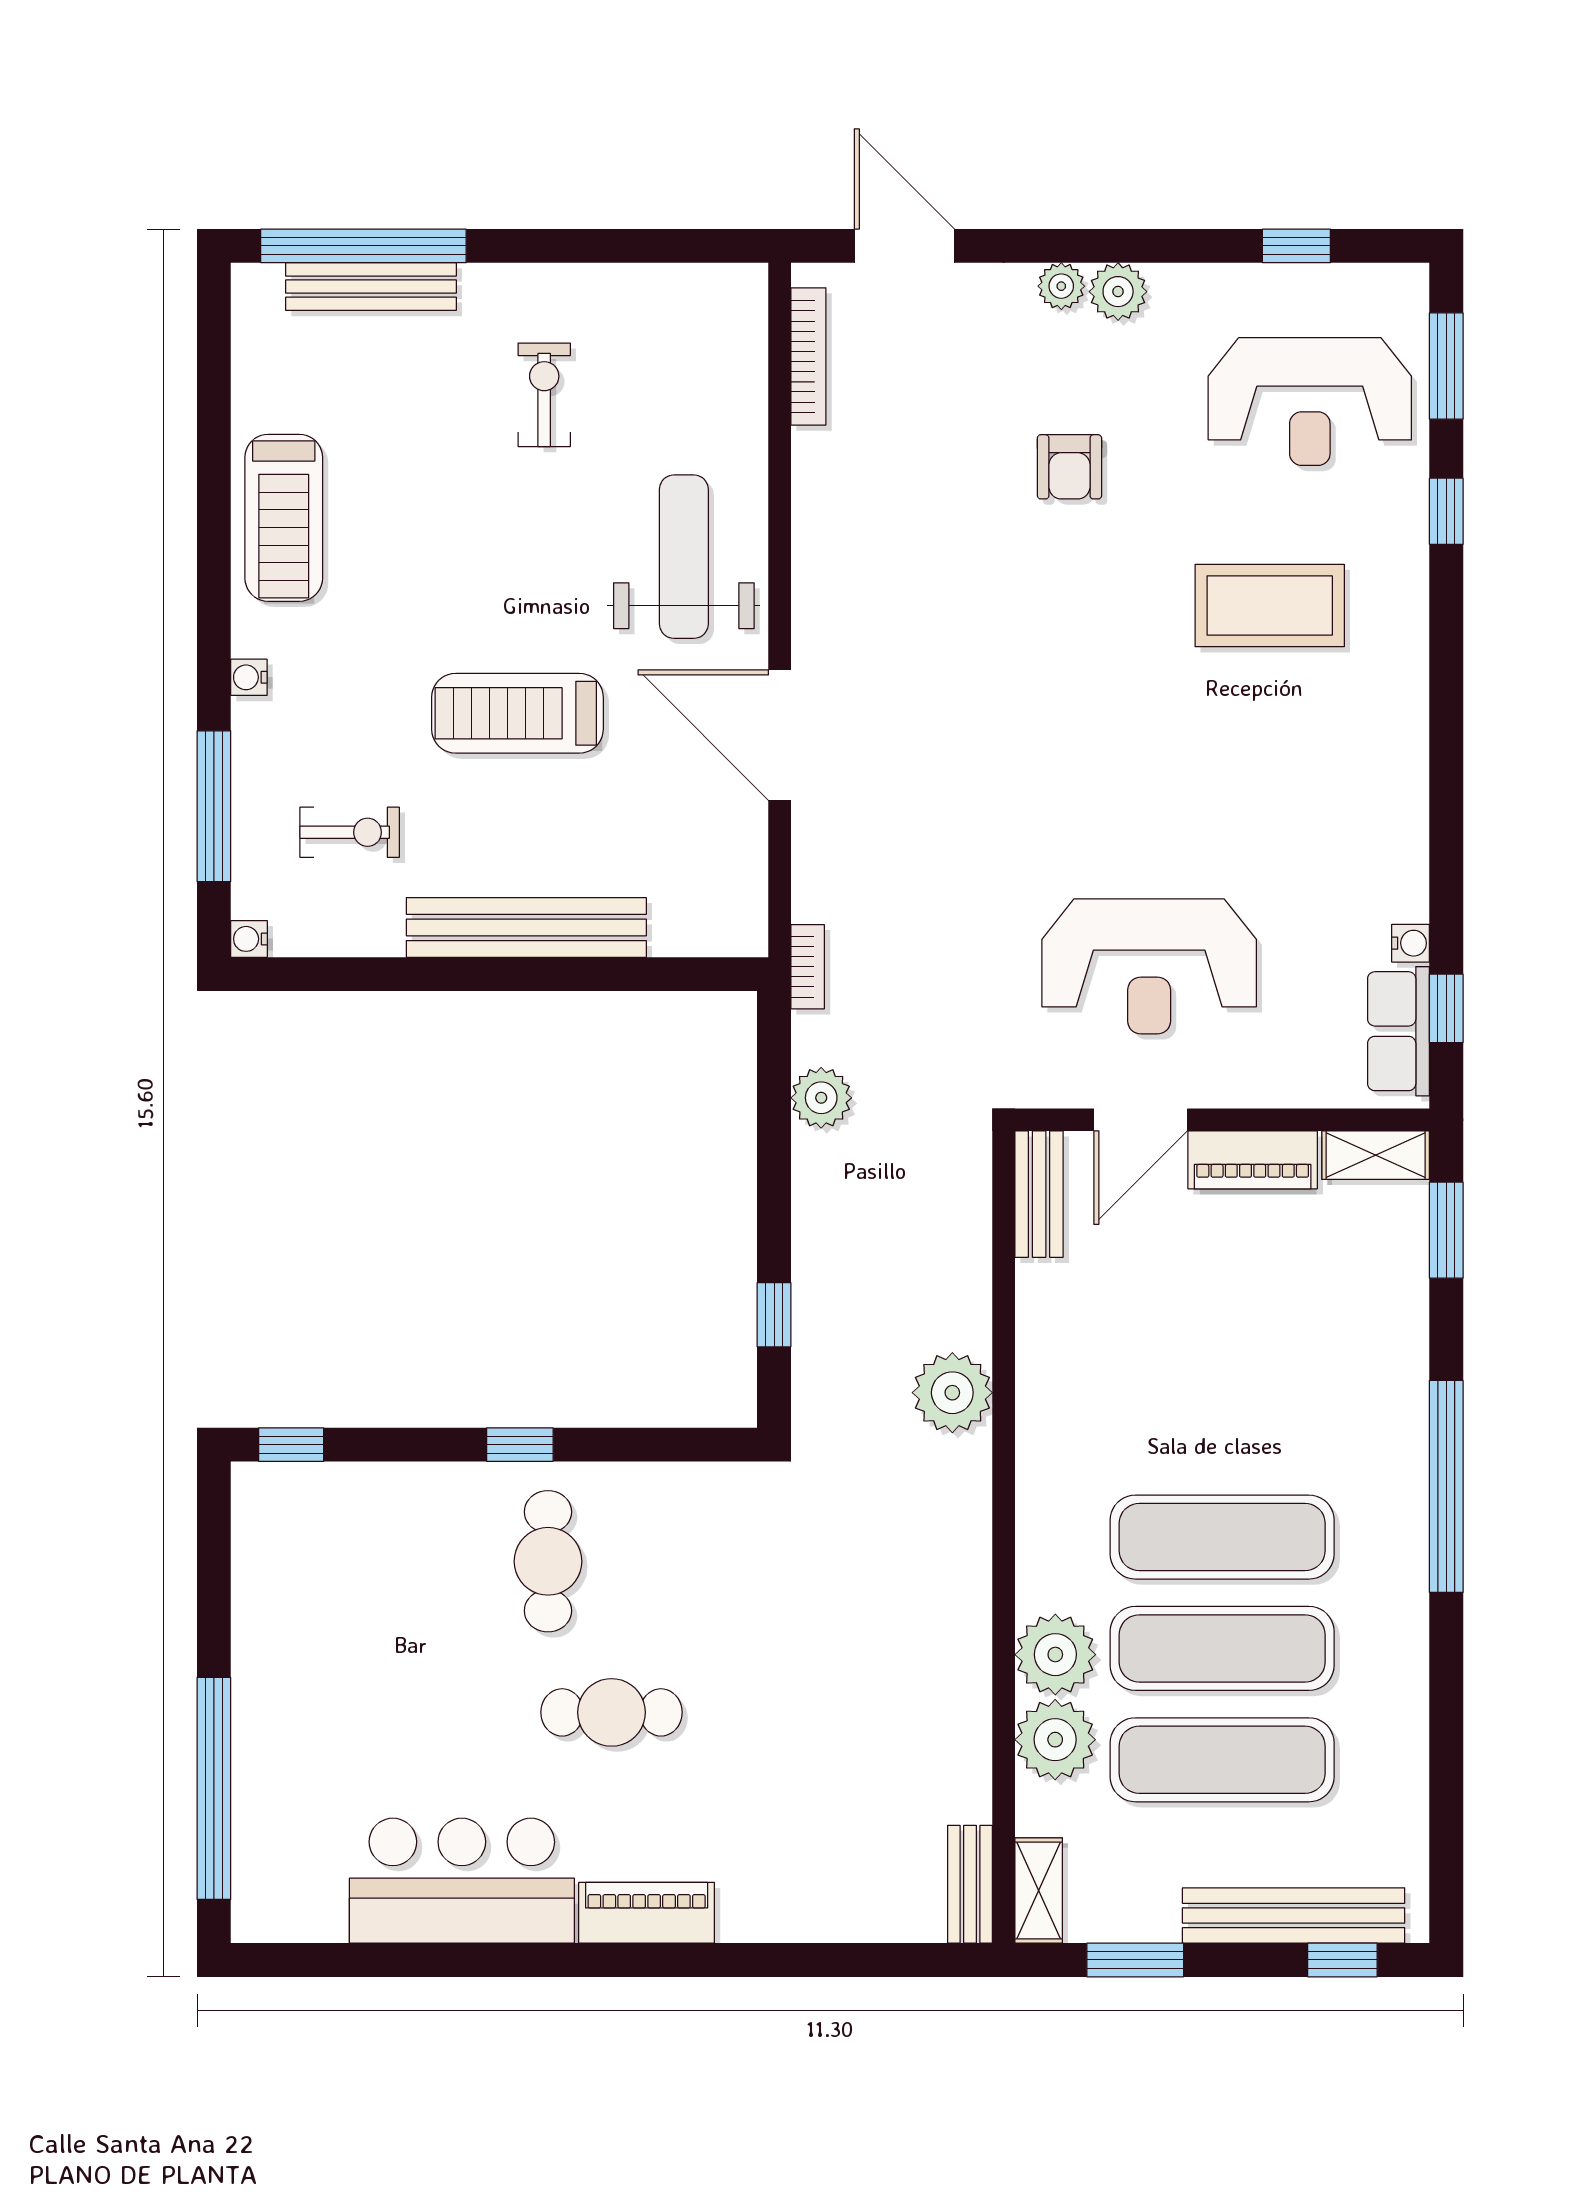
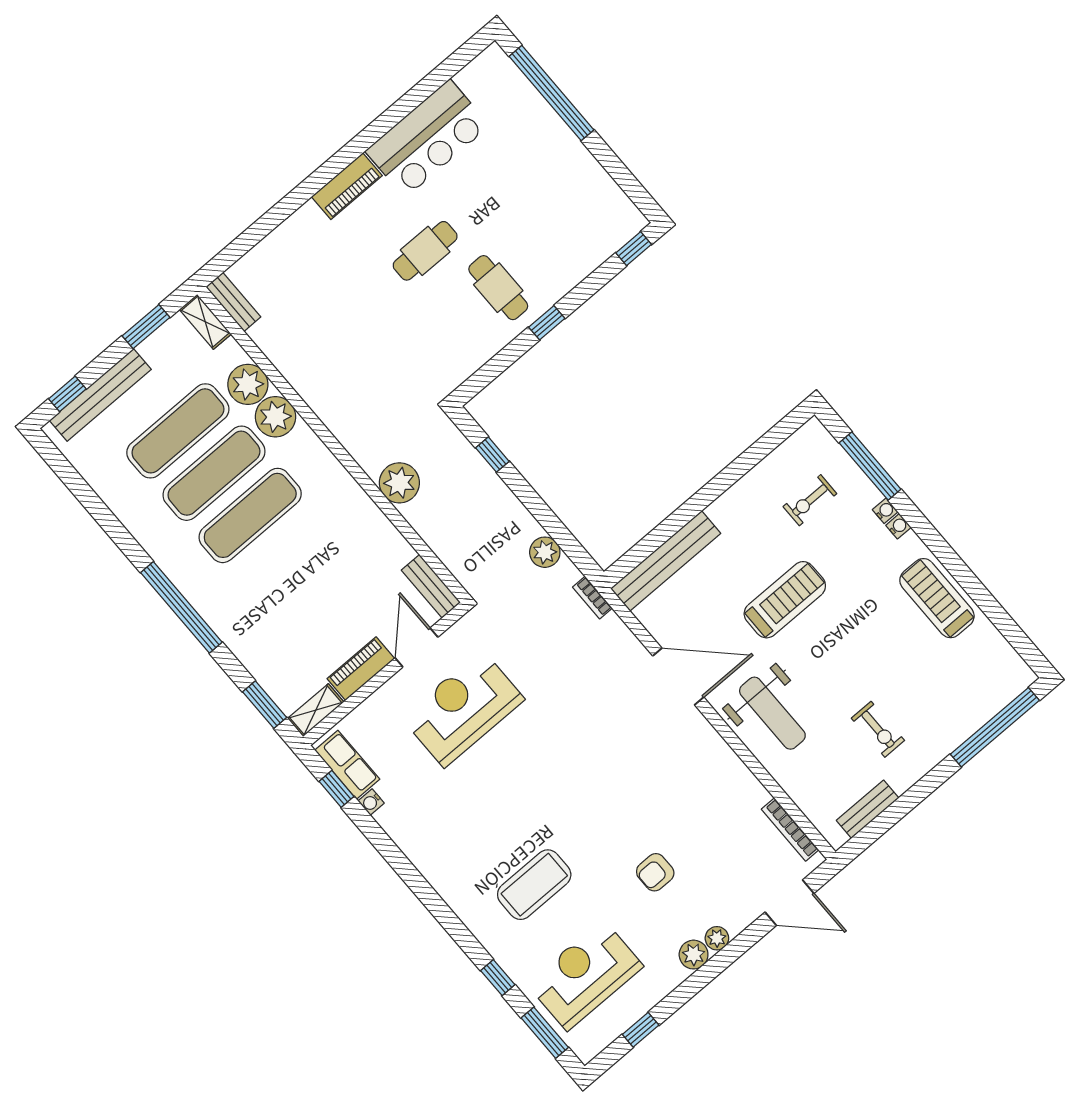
bench: (371, 287) -> (868, 809), moved, width x0.73
armchair: (1069, 467) -> (655, 872), turned -90
bench: (526, 927) -> (666, 561), moved
water cooler: (249, 939) -> (885, 511), moved

